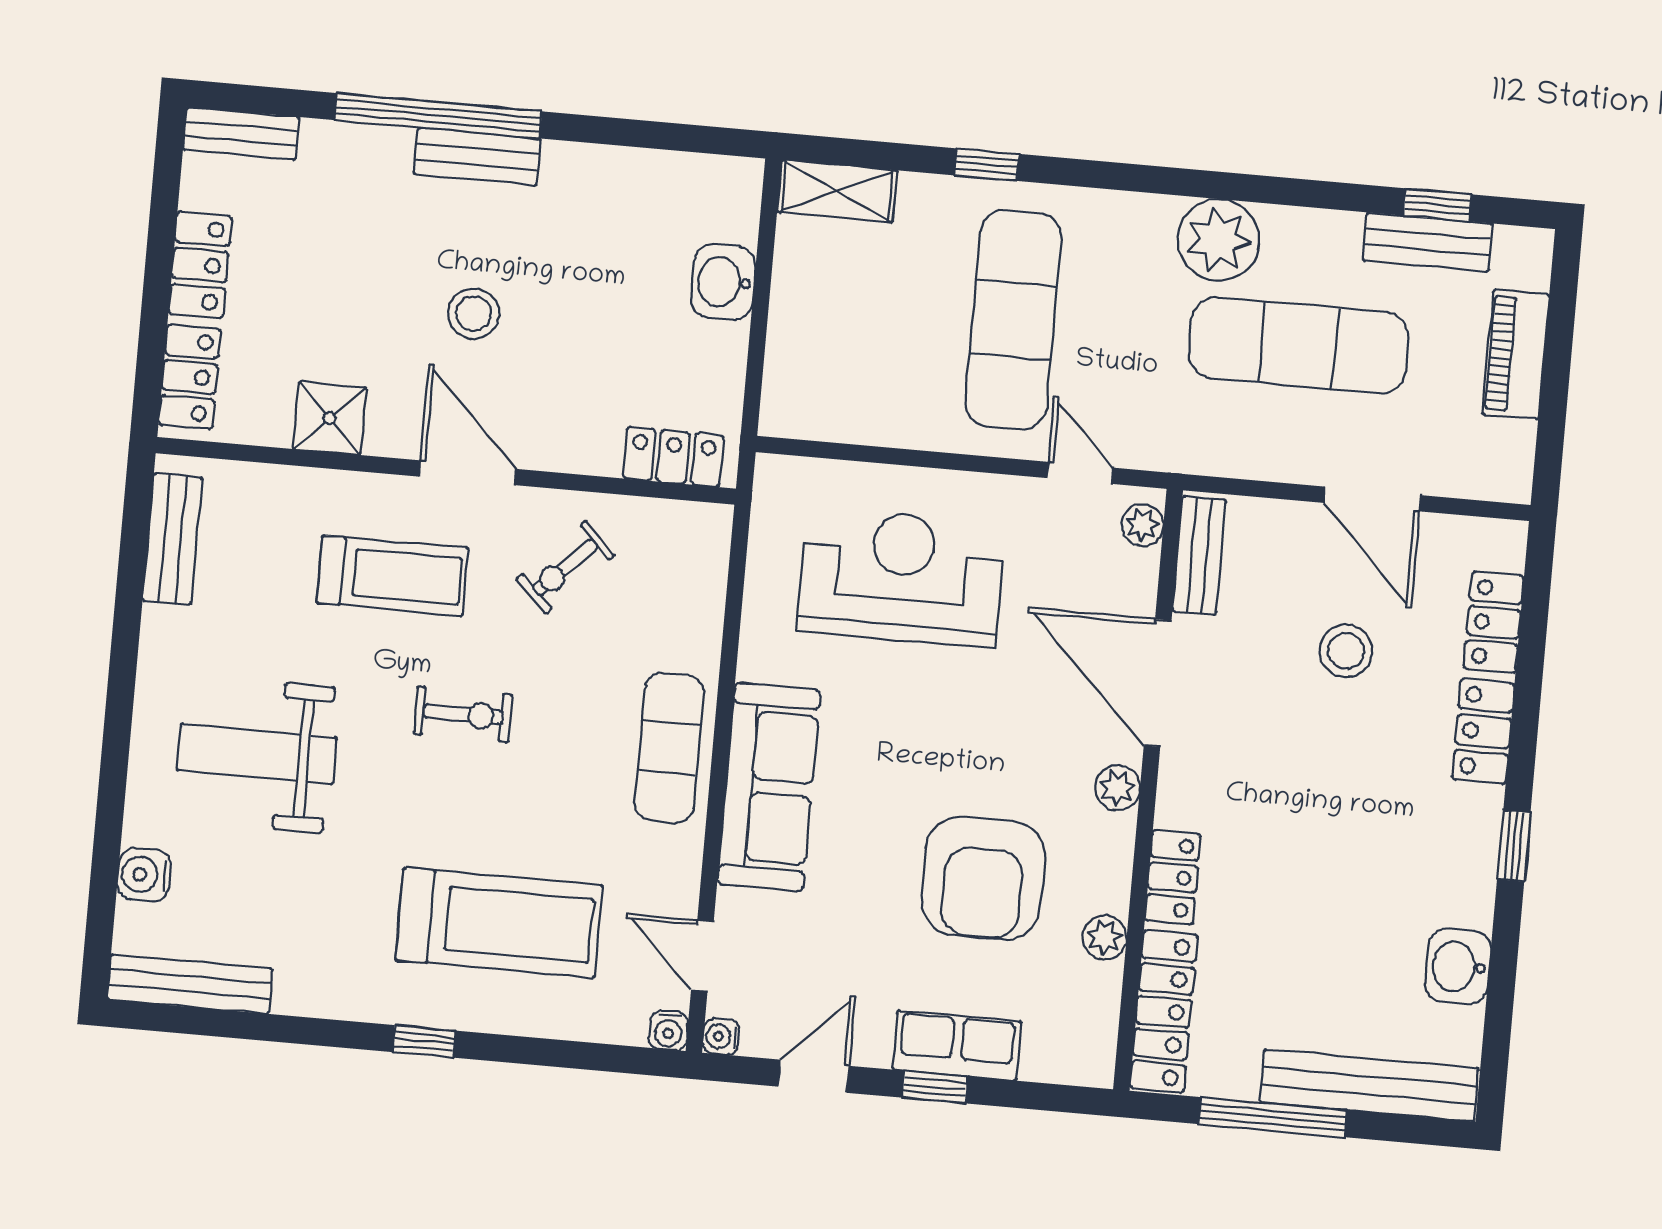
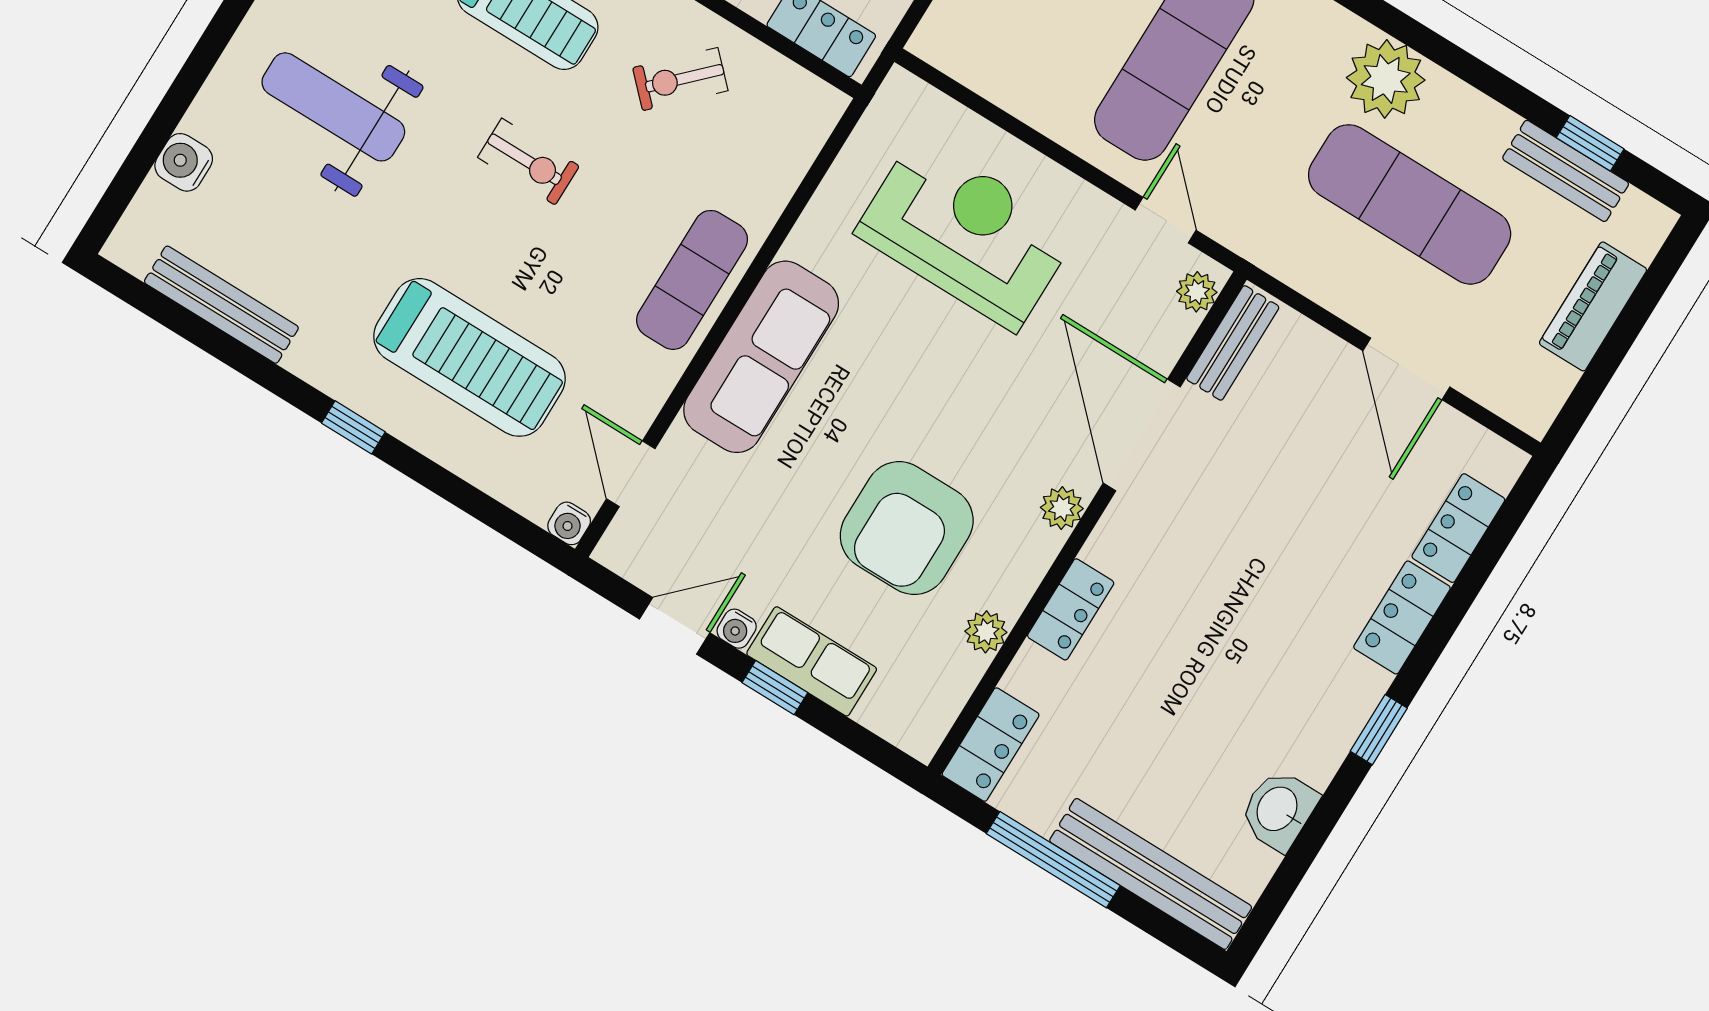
stool: (1346, 651) -> (1318, 489), removed
bench: (190, 984) -> (221, 305), moved
locker: (1164, 1011) -> (991, 745), width x0.66
water cooler: (721, 1037) -> (737, 629), moved, turned -90

